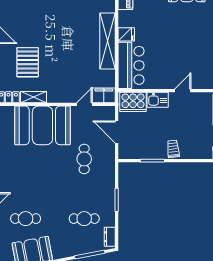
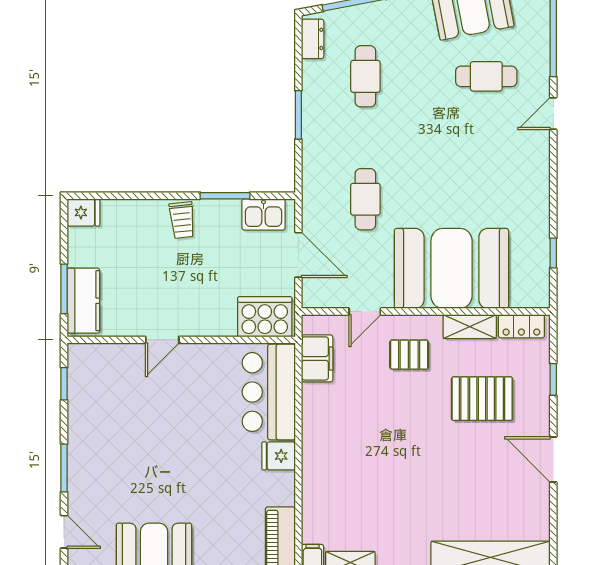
shelving: (108, 41) -> (317, 442), removed
pallet: (28, 62) -> (482, 399), turned 90
pallet: (63, 84) -> (409, 355), added
filing cabinet: (104, 95) -> (317, 358), moved, turned -90
kitchen sink: (158, 100) -> (264, 214), moved, turned 180
cafe table: (84, 219) -> (365, 76), turned 90

